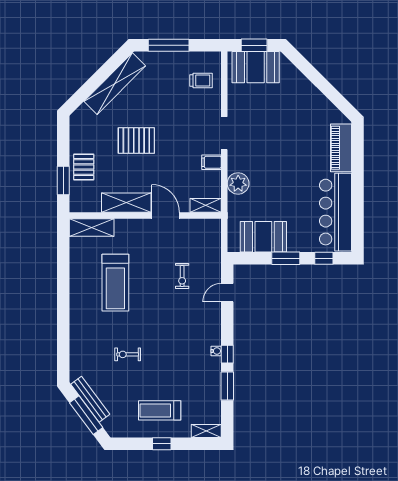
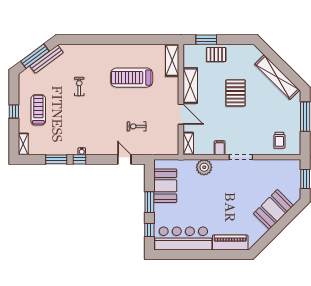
booth: (256, 67) -> (273, 209), moved, turned 45
door: (165, 215) -> (181, 114), hinge flipped

